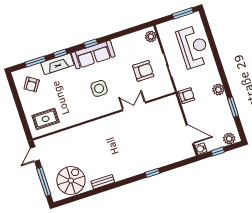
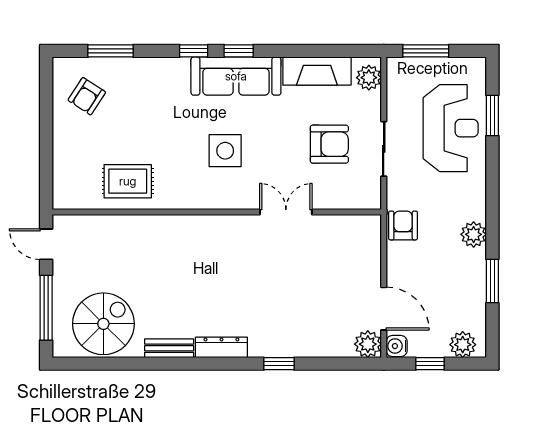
window: (183, 13) -> (426, 51), moved
window: (210, 36) -> (492, 116), added
window: (60, 53) -> (194, 51), moved
fireplace: (57, 64) -> (317, 71), moved
armchair: (187, 96) -> (403, 225), turned -90
rug: (46, 119) -> (128, 181), moved
plant: (188, 152) -> (368, 344), added
door: (35, 154) -> (46, 244), hinge flipped
dresser: (125, 174) -> (221, 347), added

